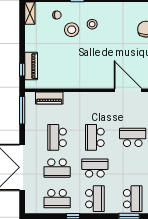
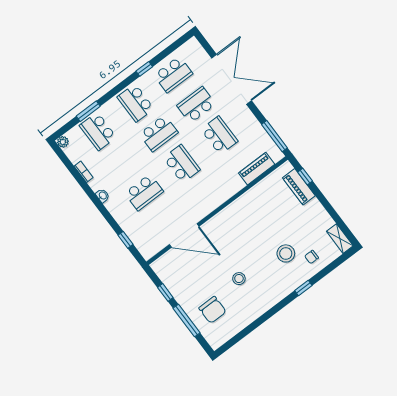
stool: (92, 24) -> (239, 279), moved
school desk: (57, 199) -> (173, 74), turned 180

